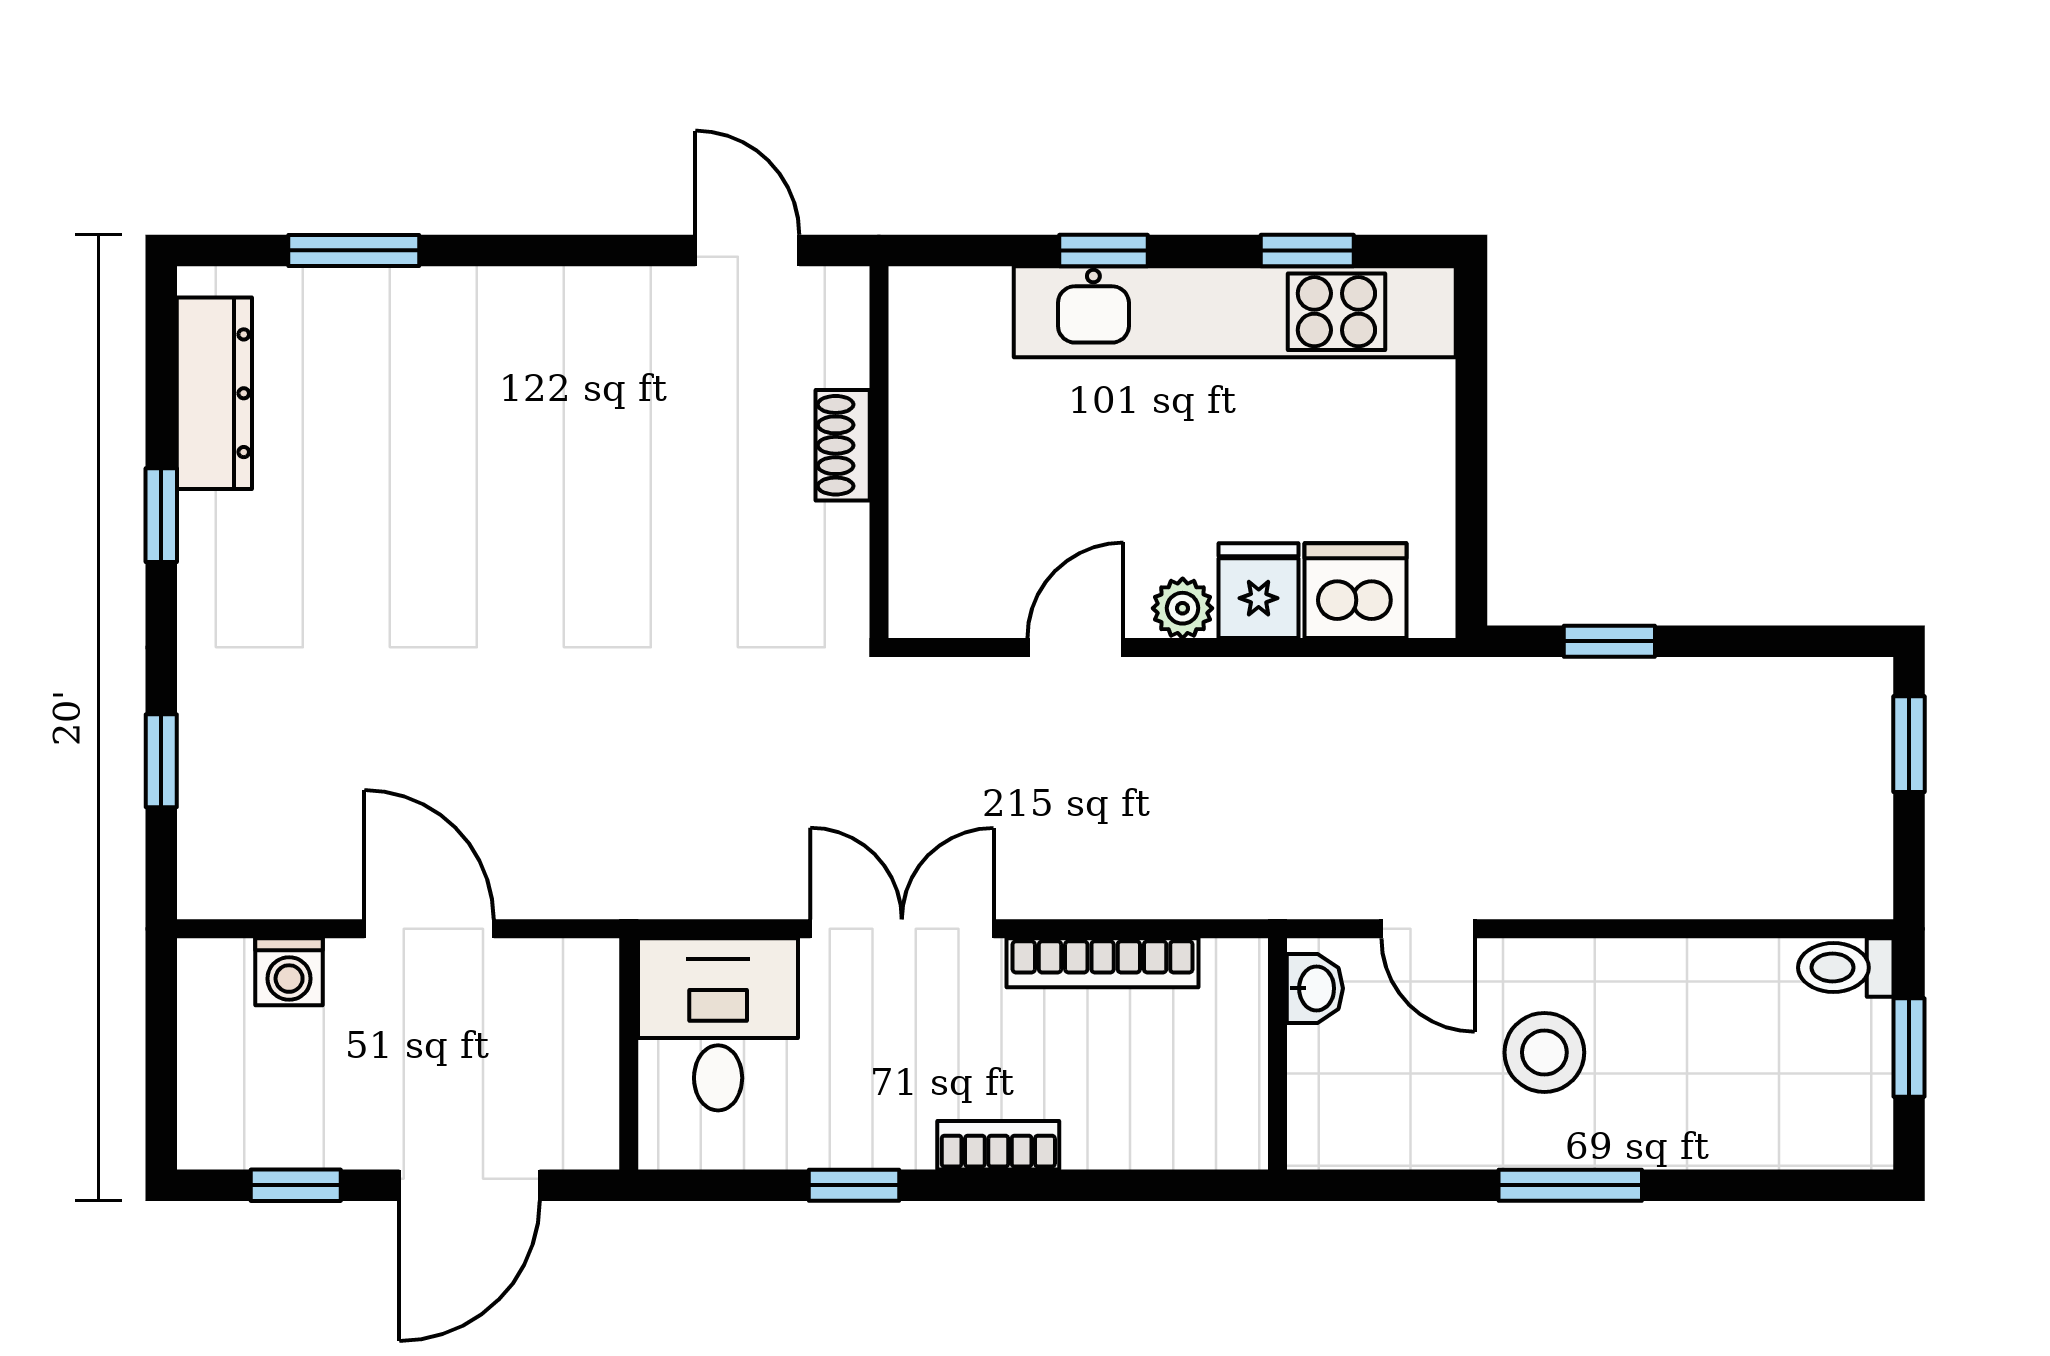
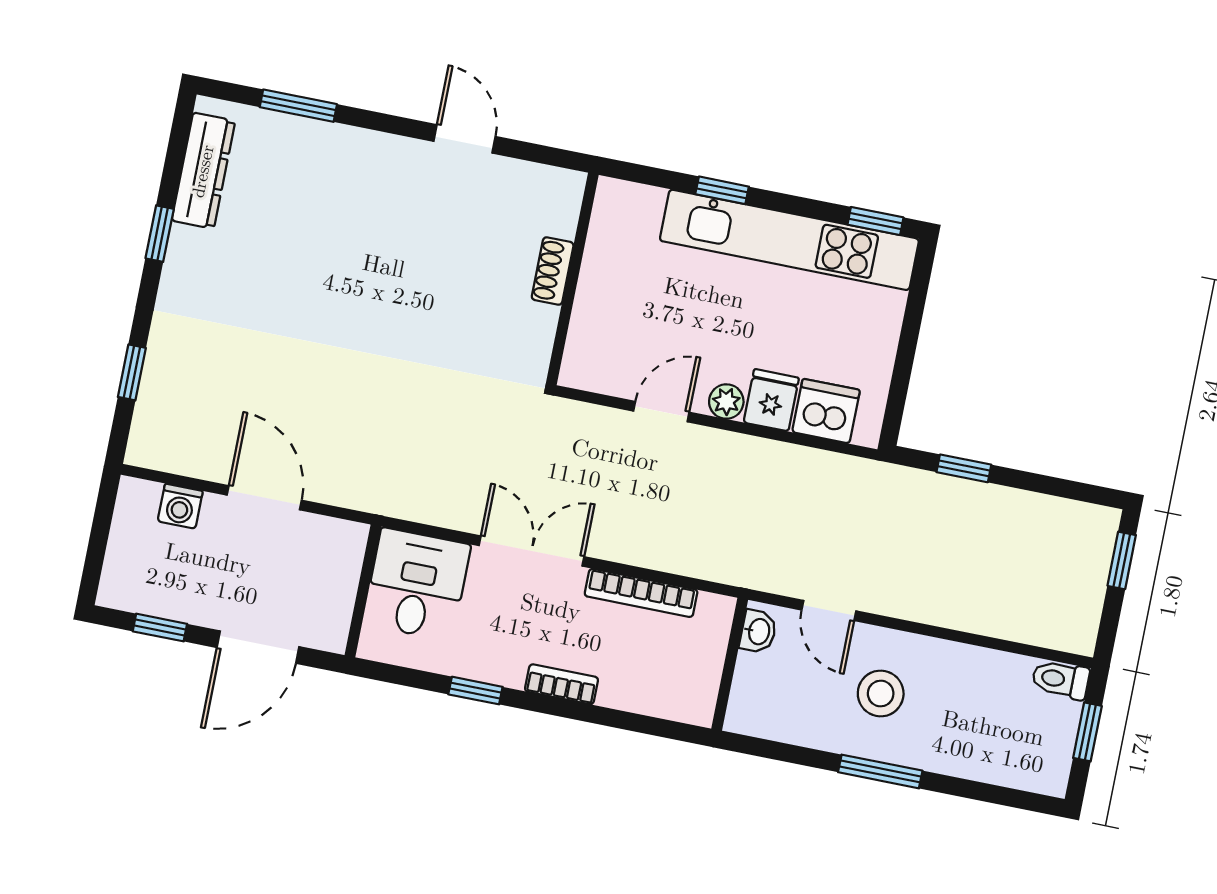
door: (747, 250) -> (464, 139), moved
window: (1307, 250) -> (875, 221), moved

